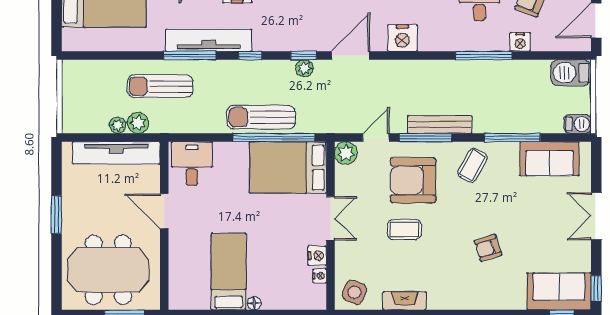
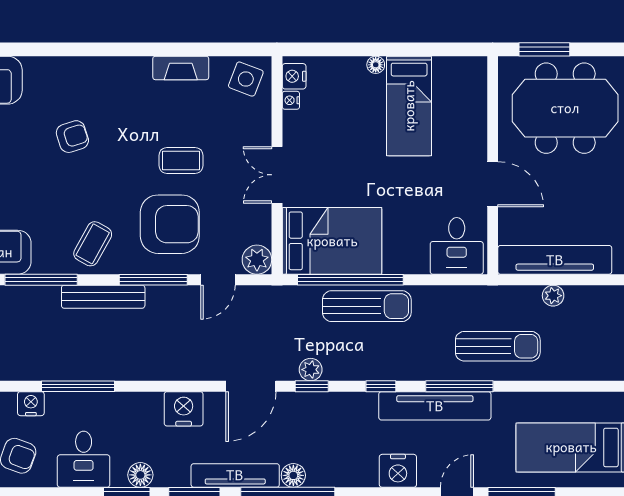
plant: (138, 123) -> (527, 299), removed
bench: (440, 124) -> (103, 297), moved
nightstand: (317, 256) -> (294, 76), moved

